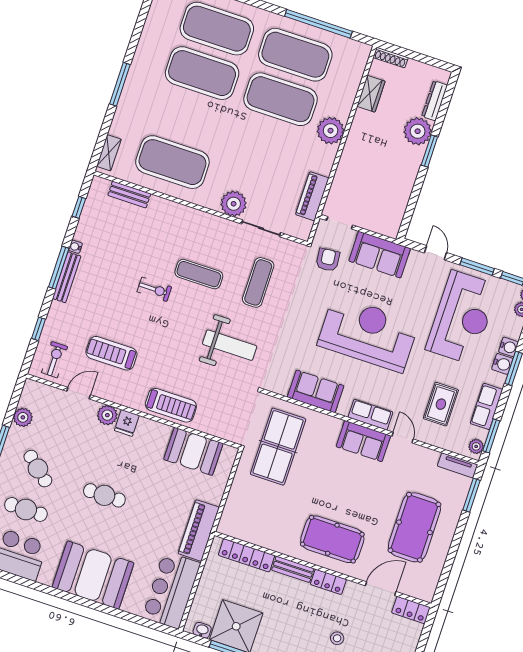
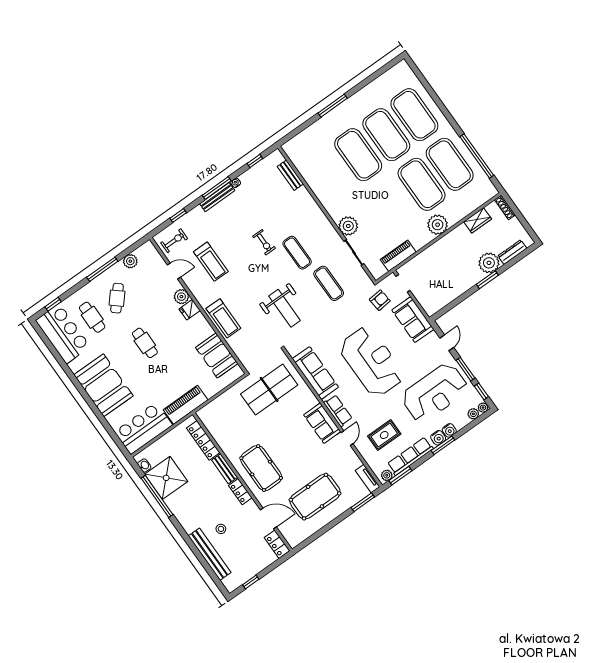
shelving: (109, 153) -> (296, 141), removed
exercise mat: (172, 162) -> (358, 155), moved
exercise mat: (258, 282) -> (329, 283), turned 90
treadmill: (111, 353) -> (211, 262), turned 180
sofa: (316, 391) -> (315, 373), width x1.36
row of seats: (486, 406) -> (410, 456), width x1.48

